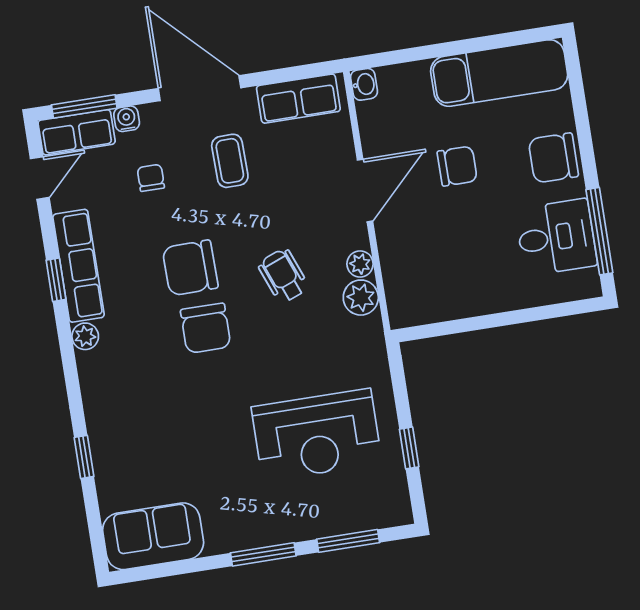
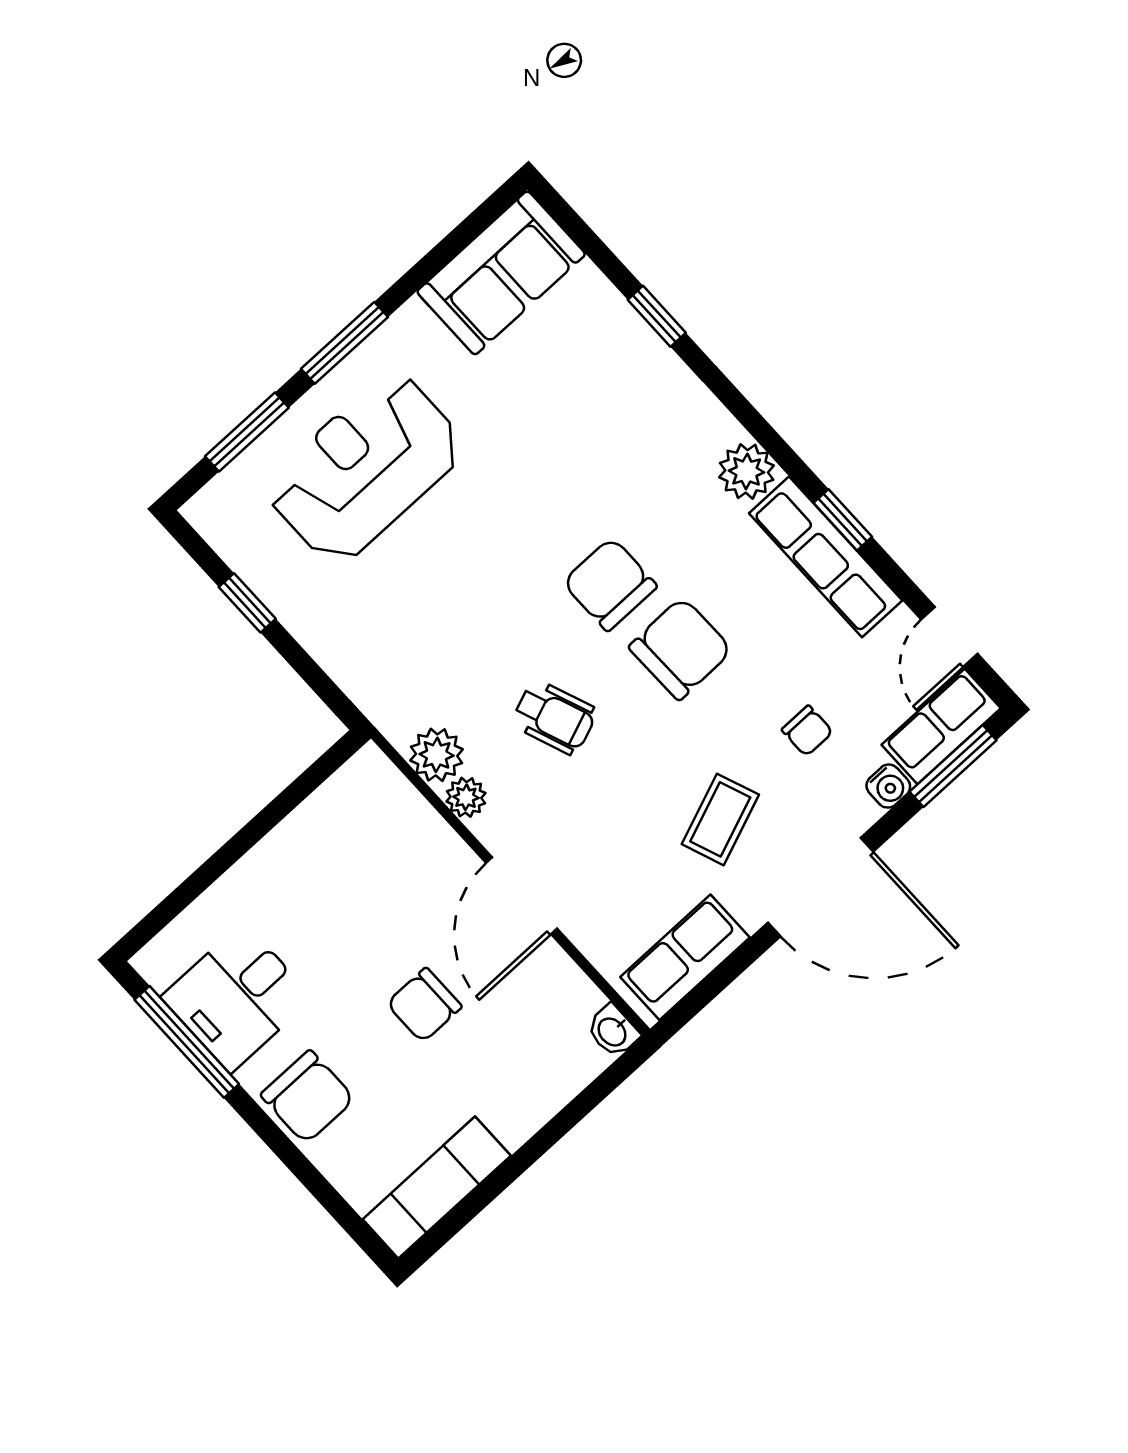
exam couch: (499, 73) -> (437, 1188), width x0.73, depth x0.69
chair: (553, 158) -> (308, 1097), turned 90
coffee table: (230, 161) -> (720, 819), turned 70
plant: (85, 336) -> (747, 471), width x1.38, depth x1.38
reception desk: (317, 435) -> (365, 468), moved

